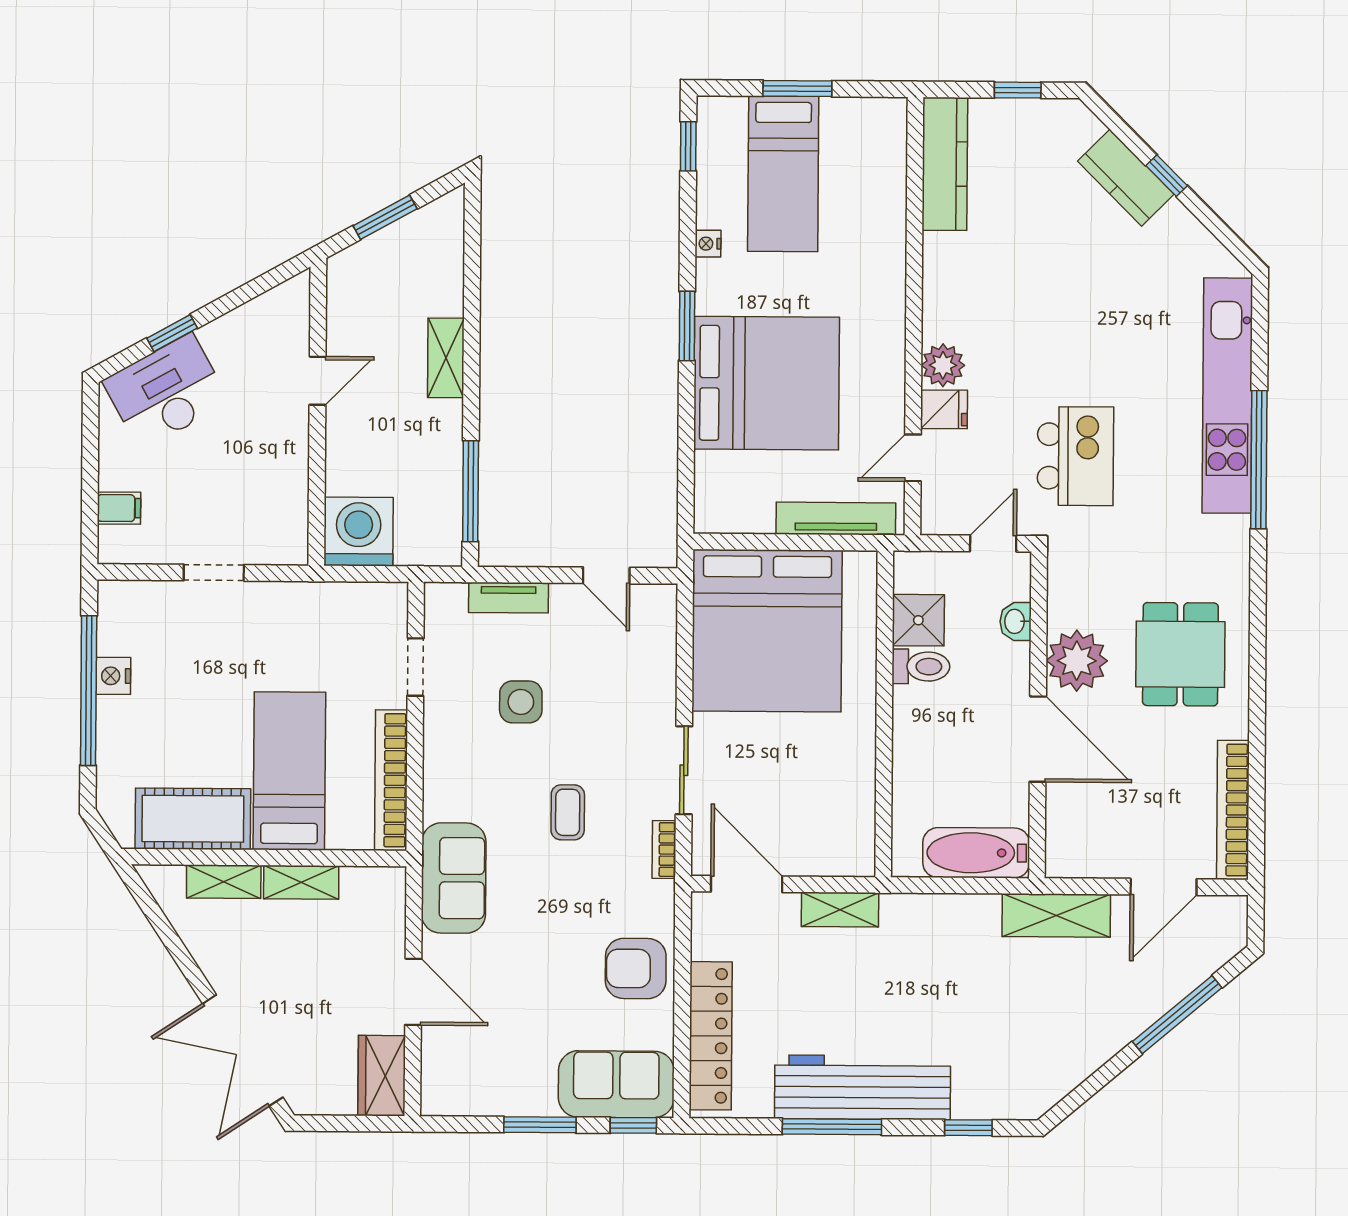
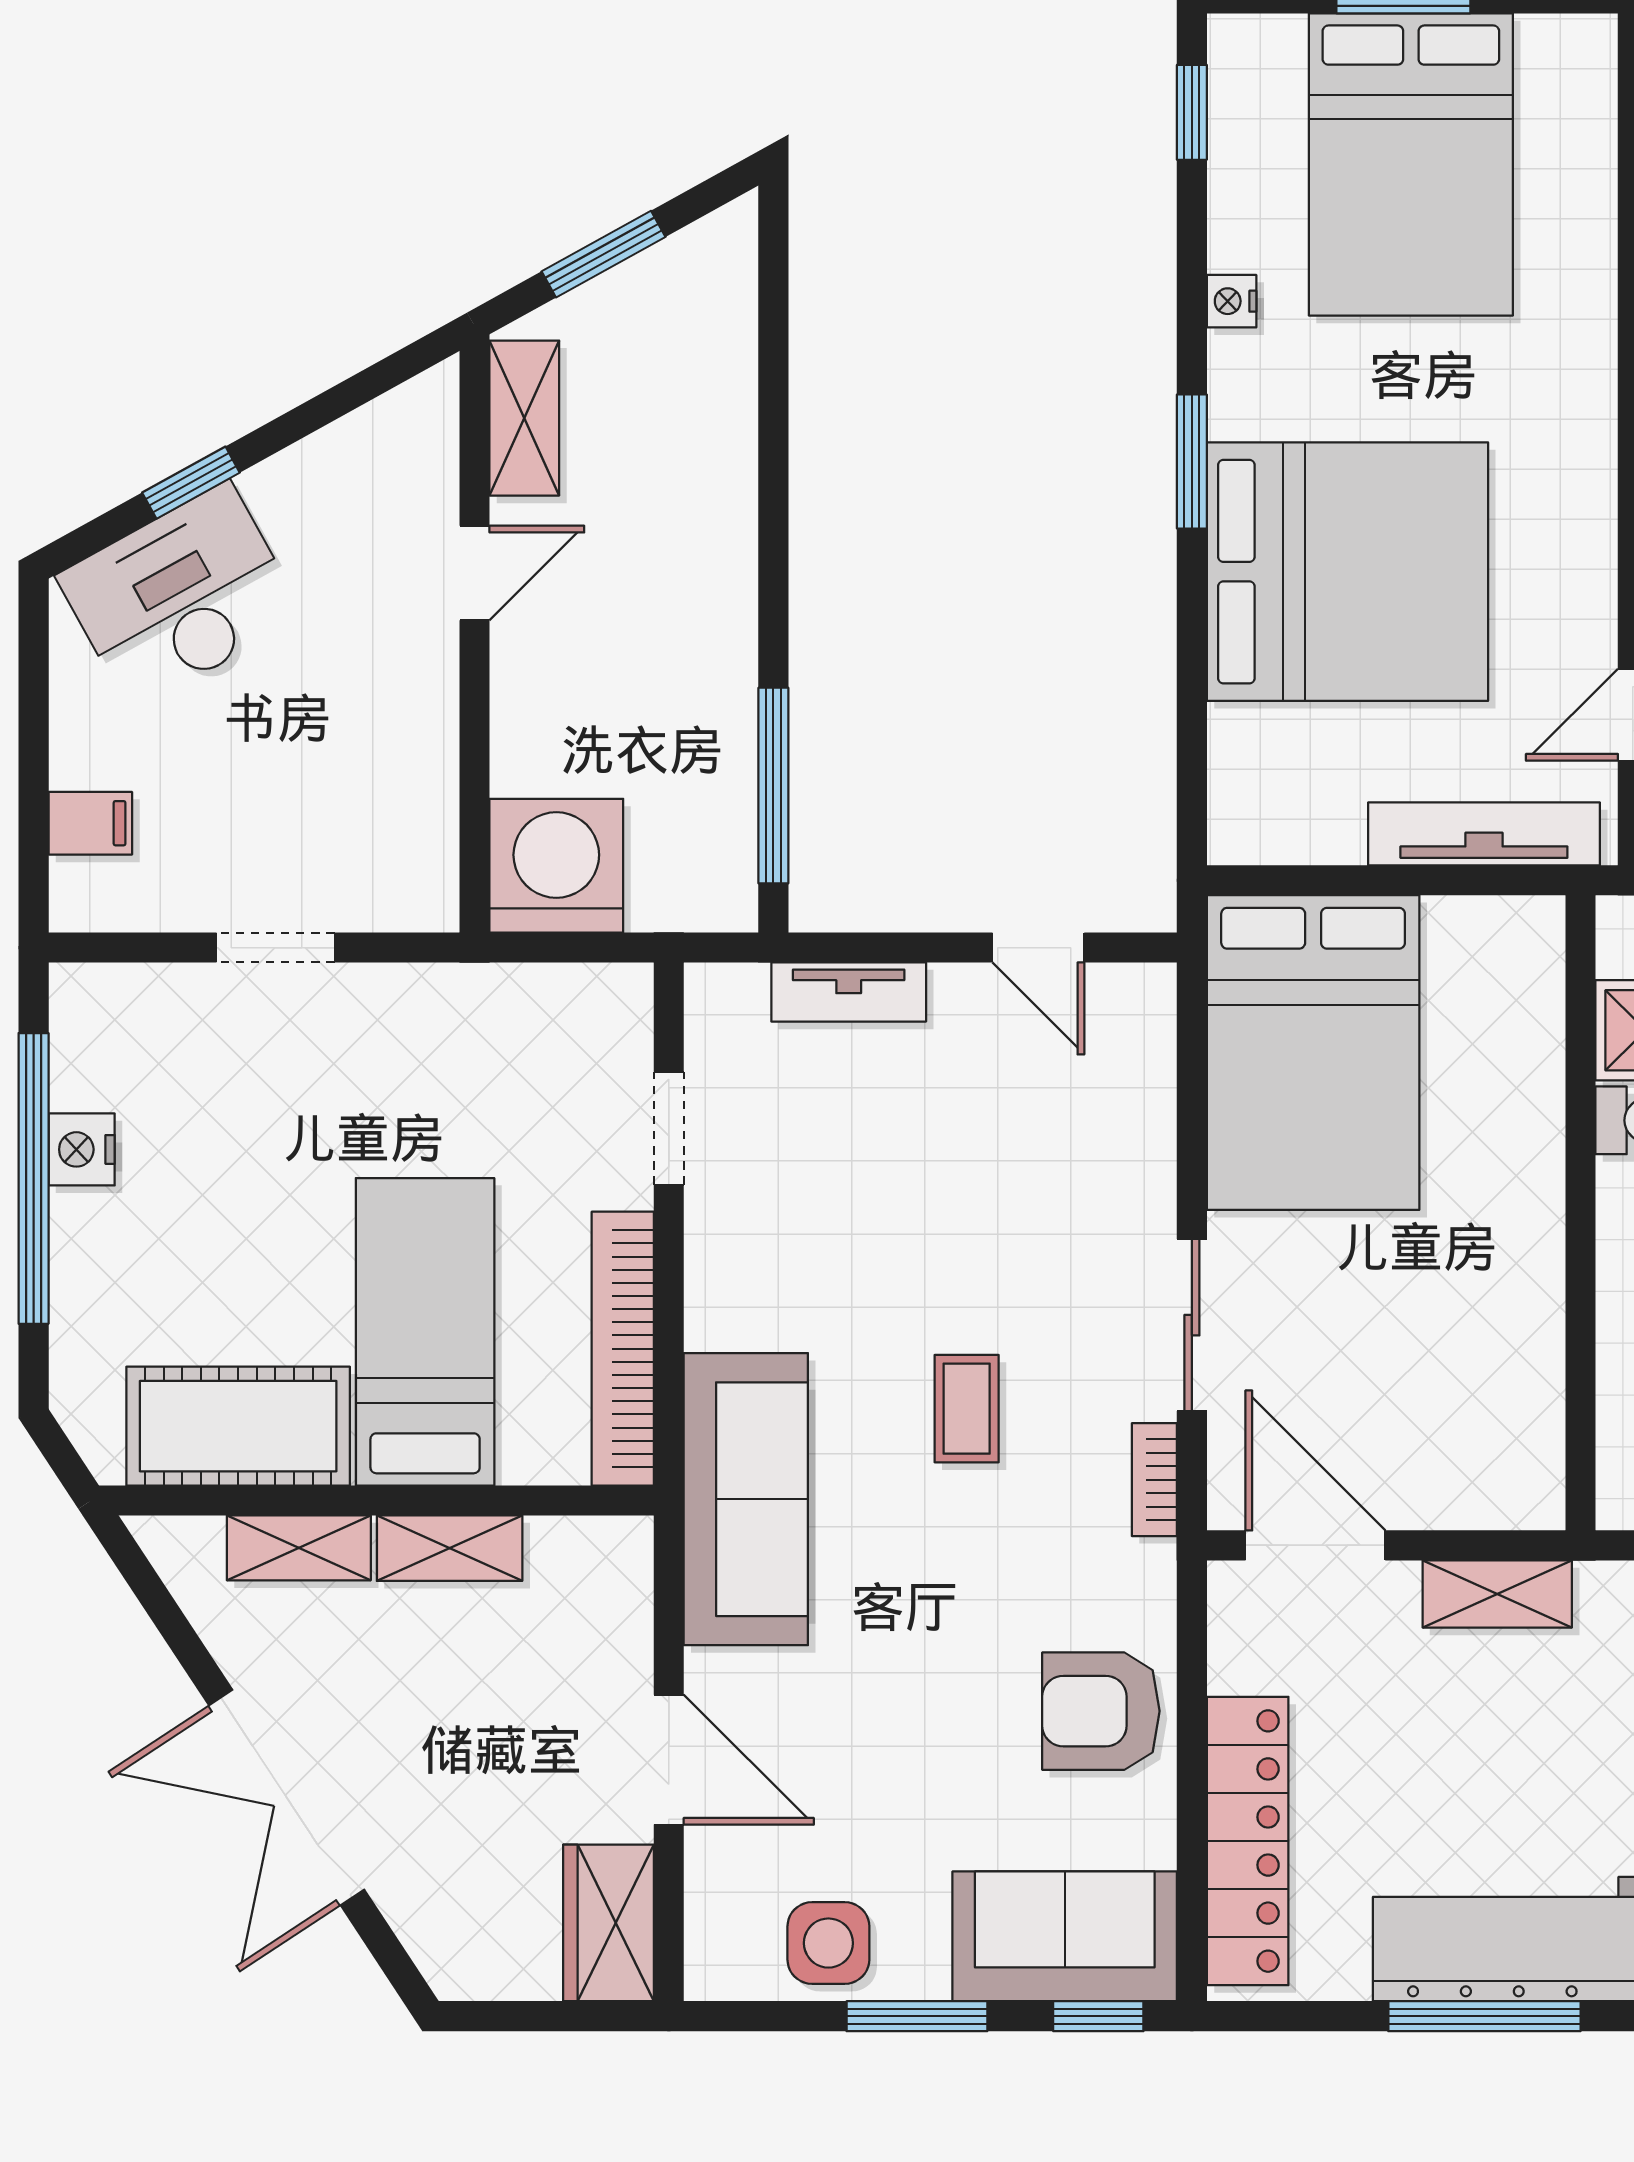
bed: (783, 174) -> (1411, 164), width x1.50
shelving: (446, 358) -> (524, 418), moved
bed: (767, 631) -> (1313, 1053), width x0.73
side table: (521, 702) -> (828, 1943), moved
sofa: (454, 878) -> (746, 1499), width x1.36
double door: (243, 1050) -> (287, 1798), moved

